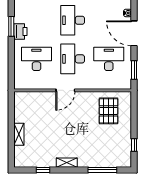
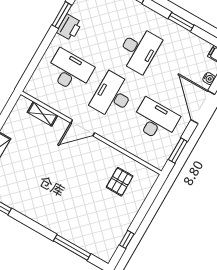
desk: (73, 20) -> (139, 50), turned 180
pallet: (109, 111) -> (120, 182), width x0.67, depth x0.71
shelving: (67, 163) -> (43, 114), moved

